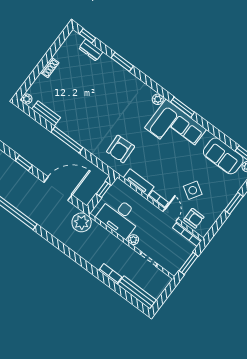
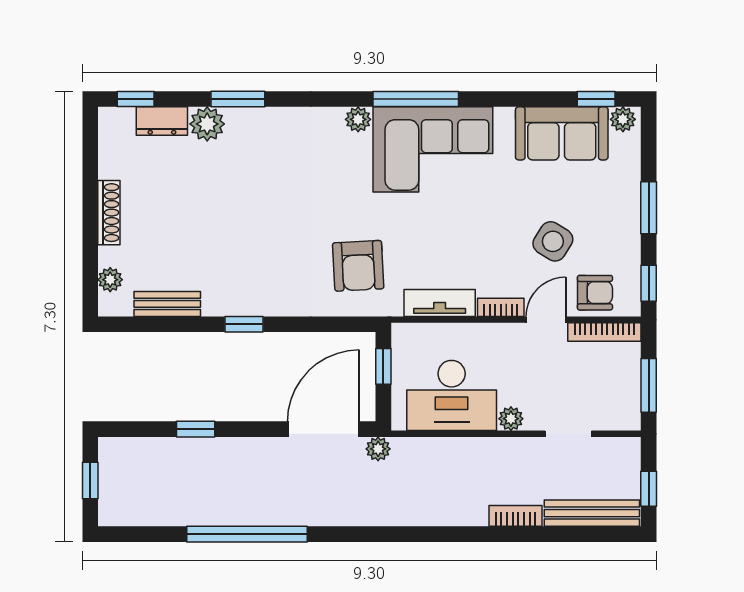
plant: (105, 62) -> (207, 124), added
shoe rack: (50, 68) -> (109, 213), width x1.43
plant: (27, 99) -> (110, 280), moved
window: (182, 107) -> (416, 99), width x1.44
window: (67, 140) -> (244, 324), width x0.46
door: (58, 189) -> (323, 429), moved
door: (170, 215) -> (546, 320), hinge flipped
plant: (82, 222) -> (378, 449), width x0.53, depth x0.53
window: (215, 229) -> (649, 283), added
window: (162, 298) -> (649, 489), added

